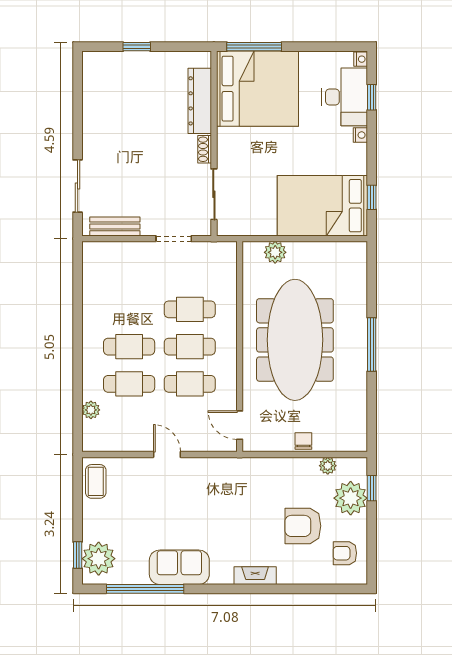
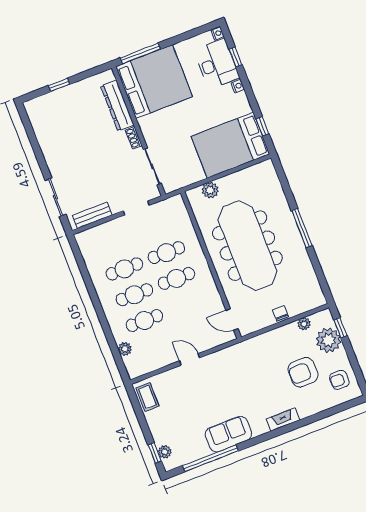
cafe table: (190, 384) -> (124, 269), moved
plant: (99, 559) -> (165, 452), width x0.53, depth x0.53

